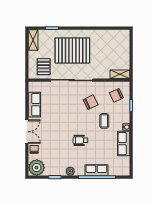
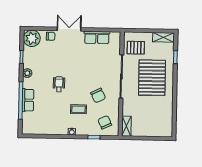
double door: (27, 132) -> (69, 29), swing flipped
row of seats: (124, 144) -> (55, 129), removed

